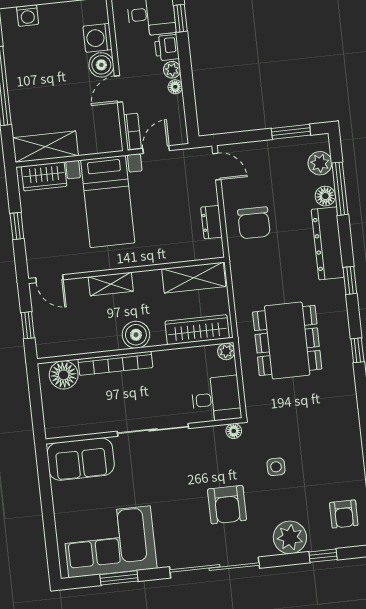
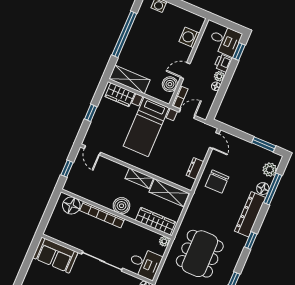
boiler: (101, 65) -> (170, 84), moved
shelving: (111, 284) -> (139, 178), moved

